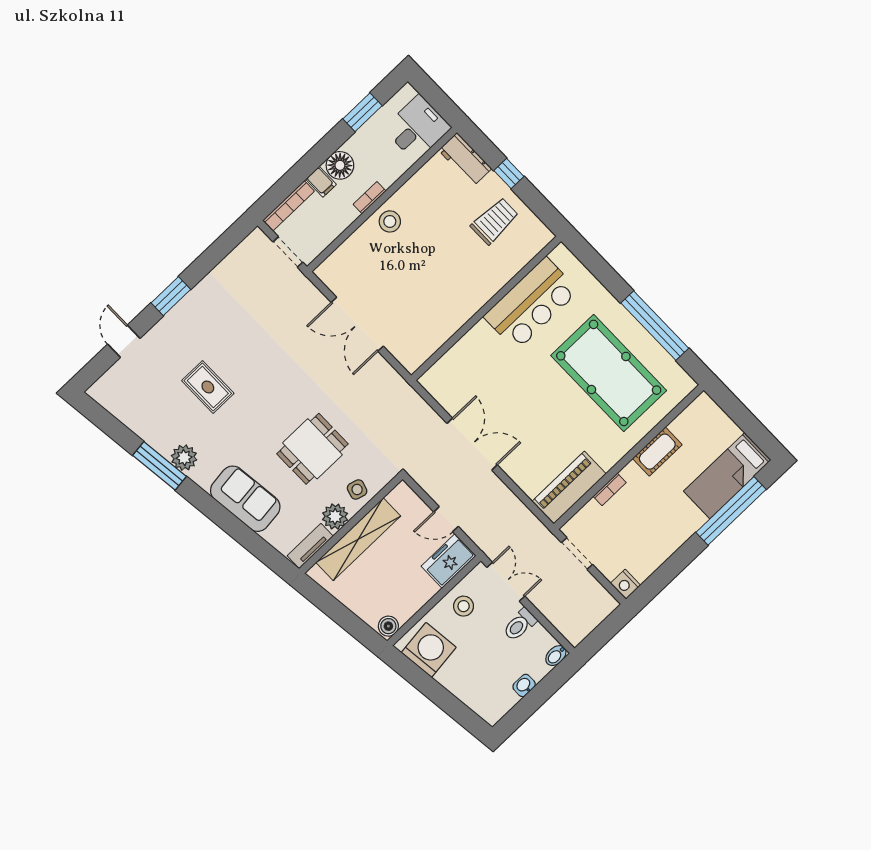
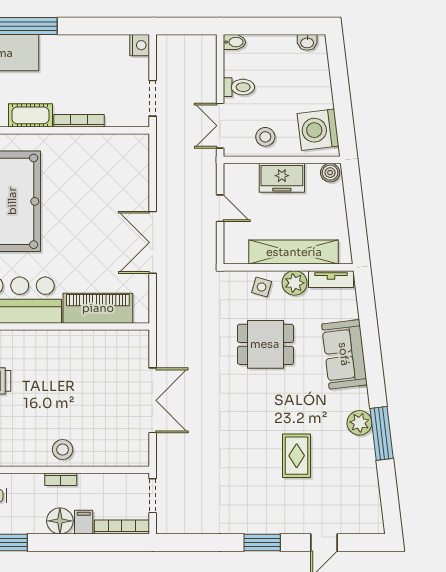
piano: (569, 488) -> (98, 308), moved, turned 180
bookcase: (610, 489) -> (79, 121), width x1.56
freezer: (449, 561) -> (282, 178), moved
washbasin: (524, 685) -> (307, 42), moved

